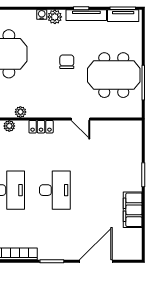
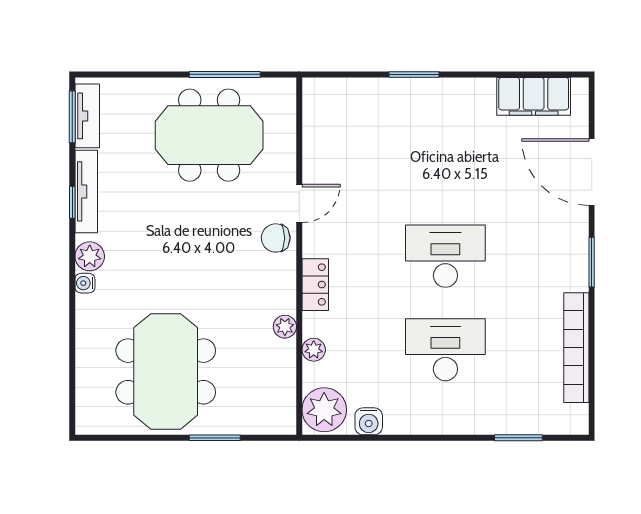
chair: (67, 62) -> (276, 238), moved
meeting table: (114, 75) -> (209, 135), turned 90
filing cabinet: (133, 210) -> (534, 96), moved

